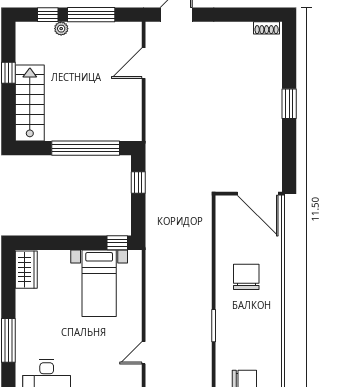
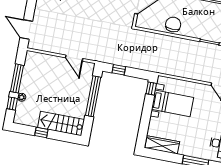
door: (144, 63) -> (74, 58), moved
wardrobe: (26, 270) -> (162, 145), width x1.50
chair: (246, 277) -> (173, 24), moved, turned 90

